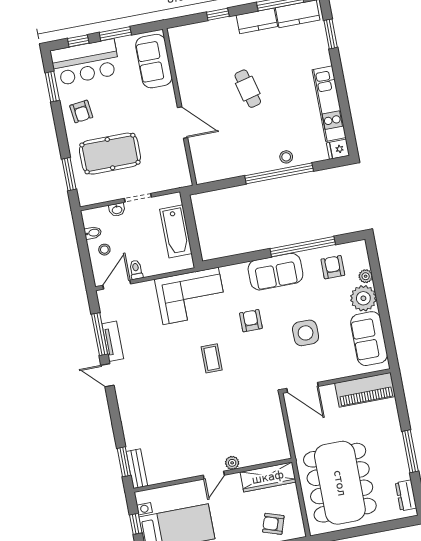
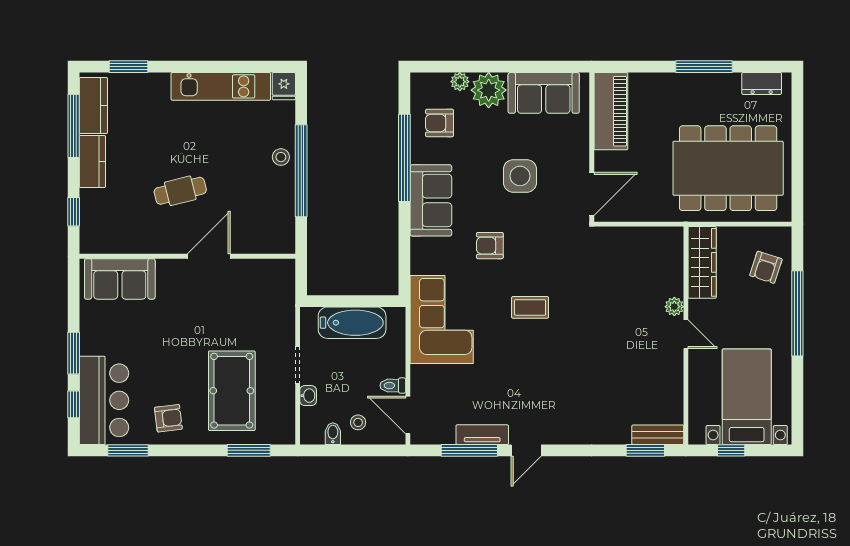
sofa: (154, 61) -> (120, 279), moved
wall: (180, 107) -> (187, 256), moved
door: (183, 122) -> (209, 256), moved

